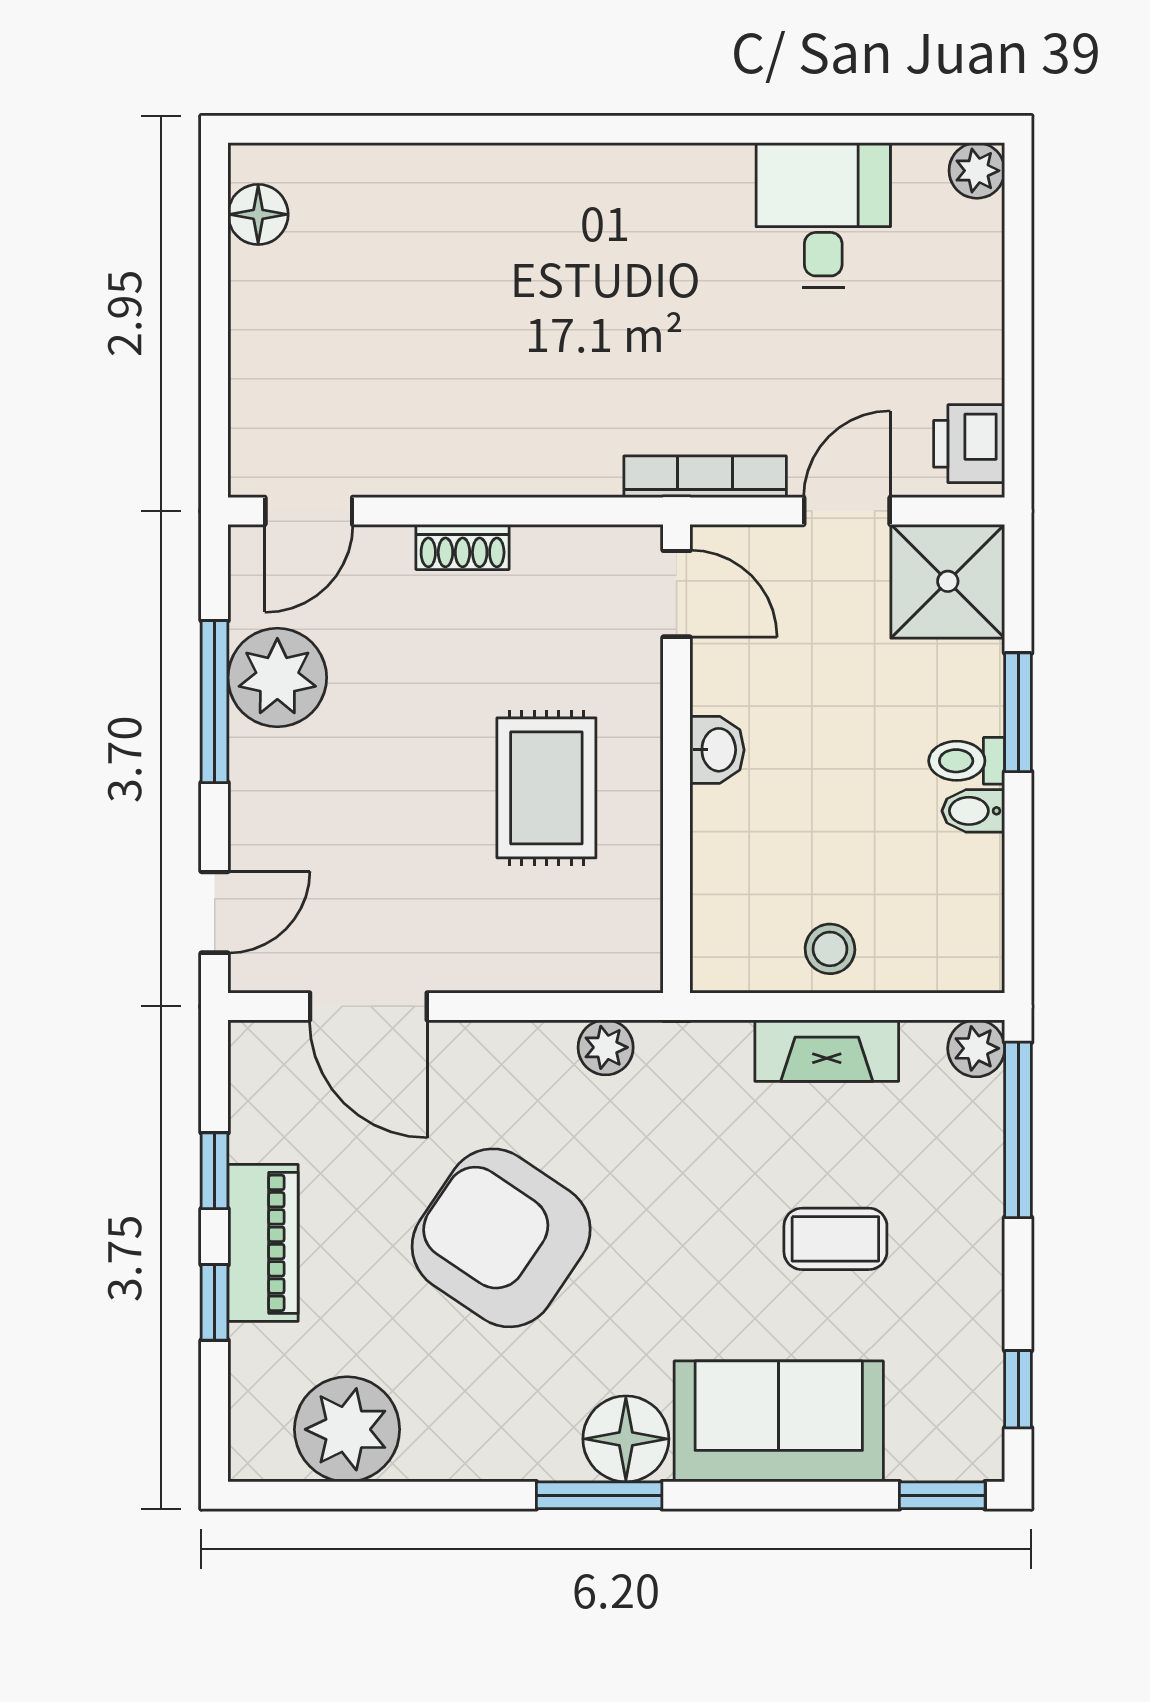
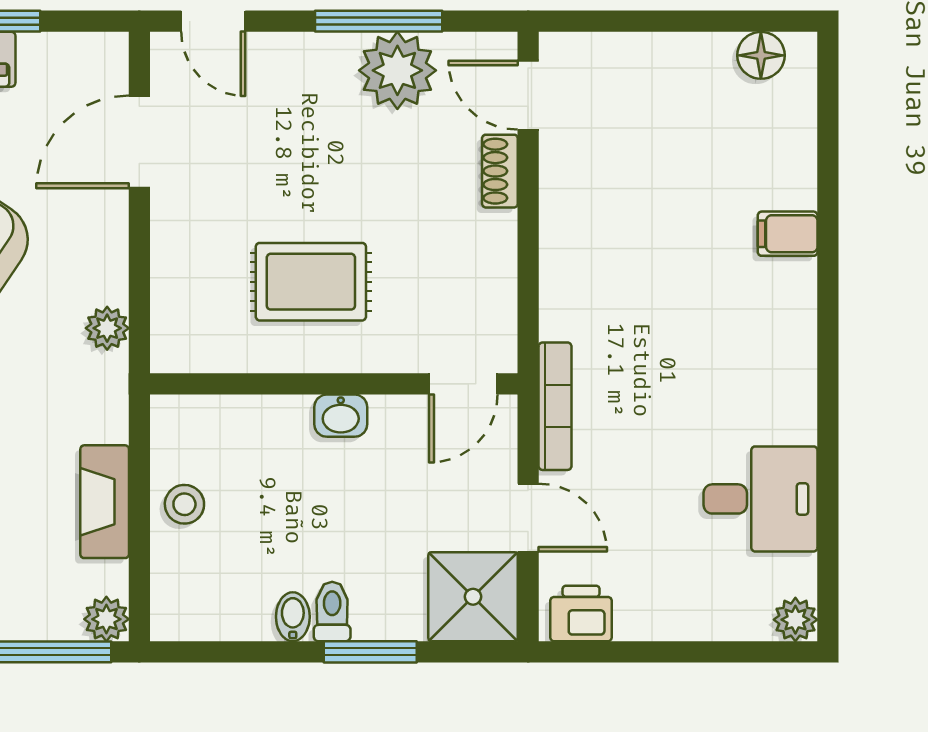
filing cabinet: (485, 181) -> (788, 234), added
shoe rack: (463, 547) -> (500, 171), moved

